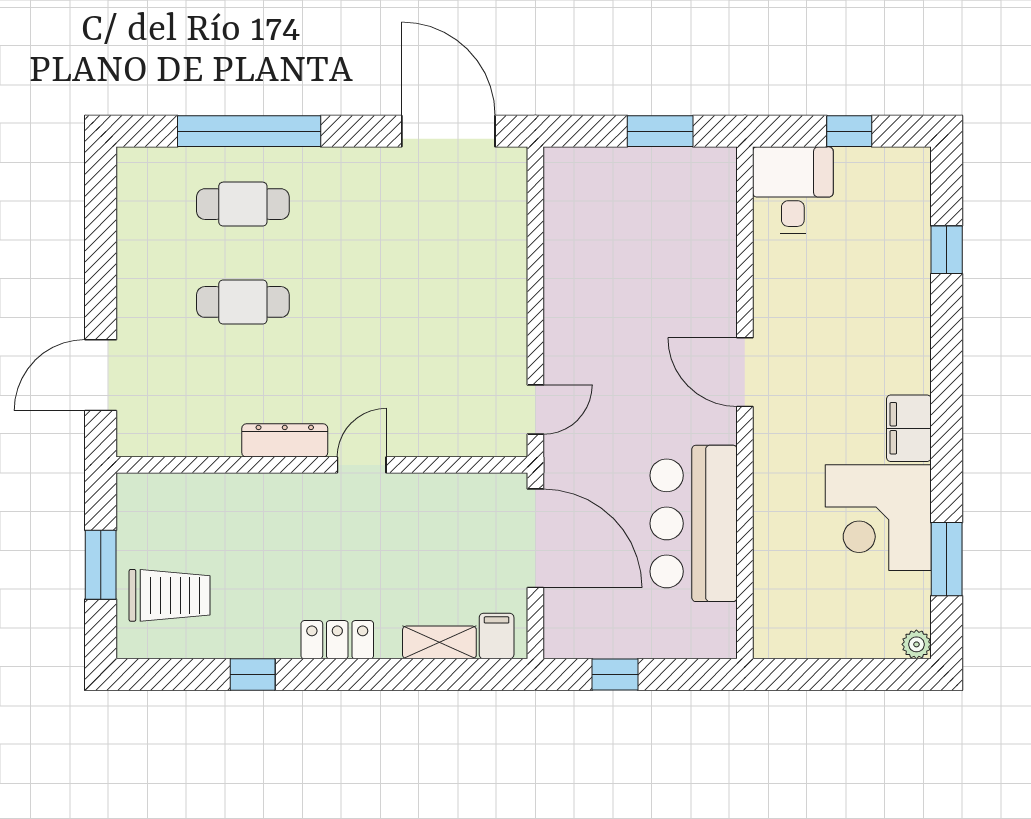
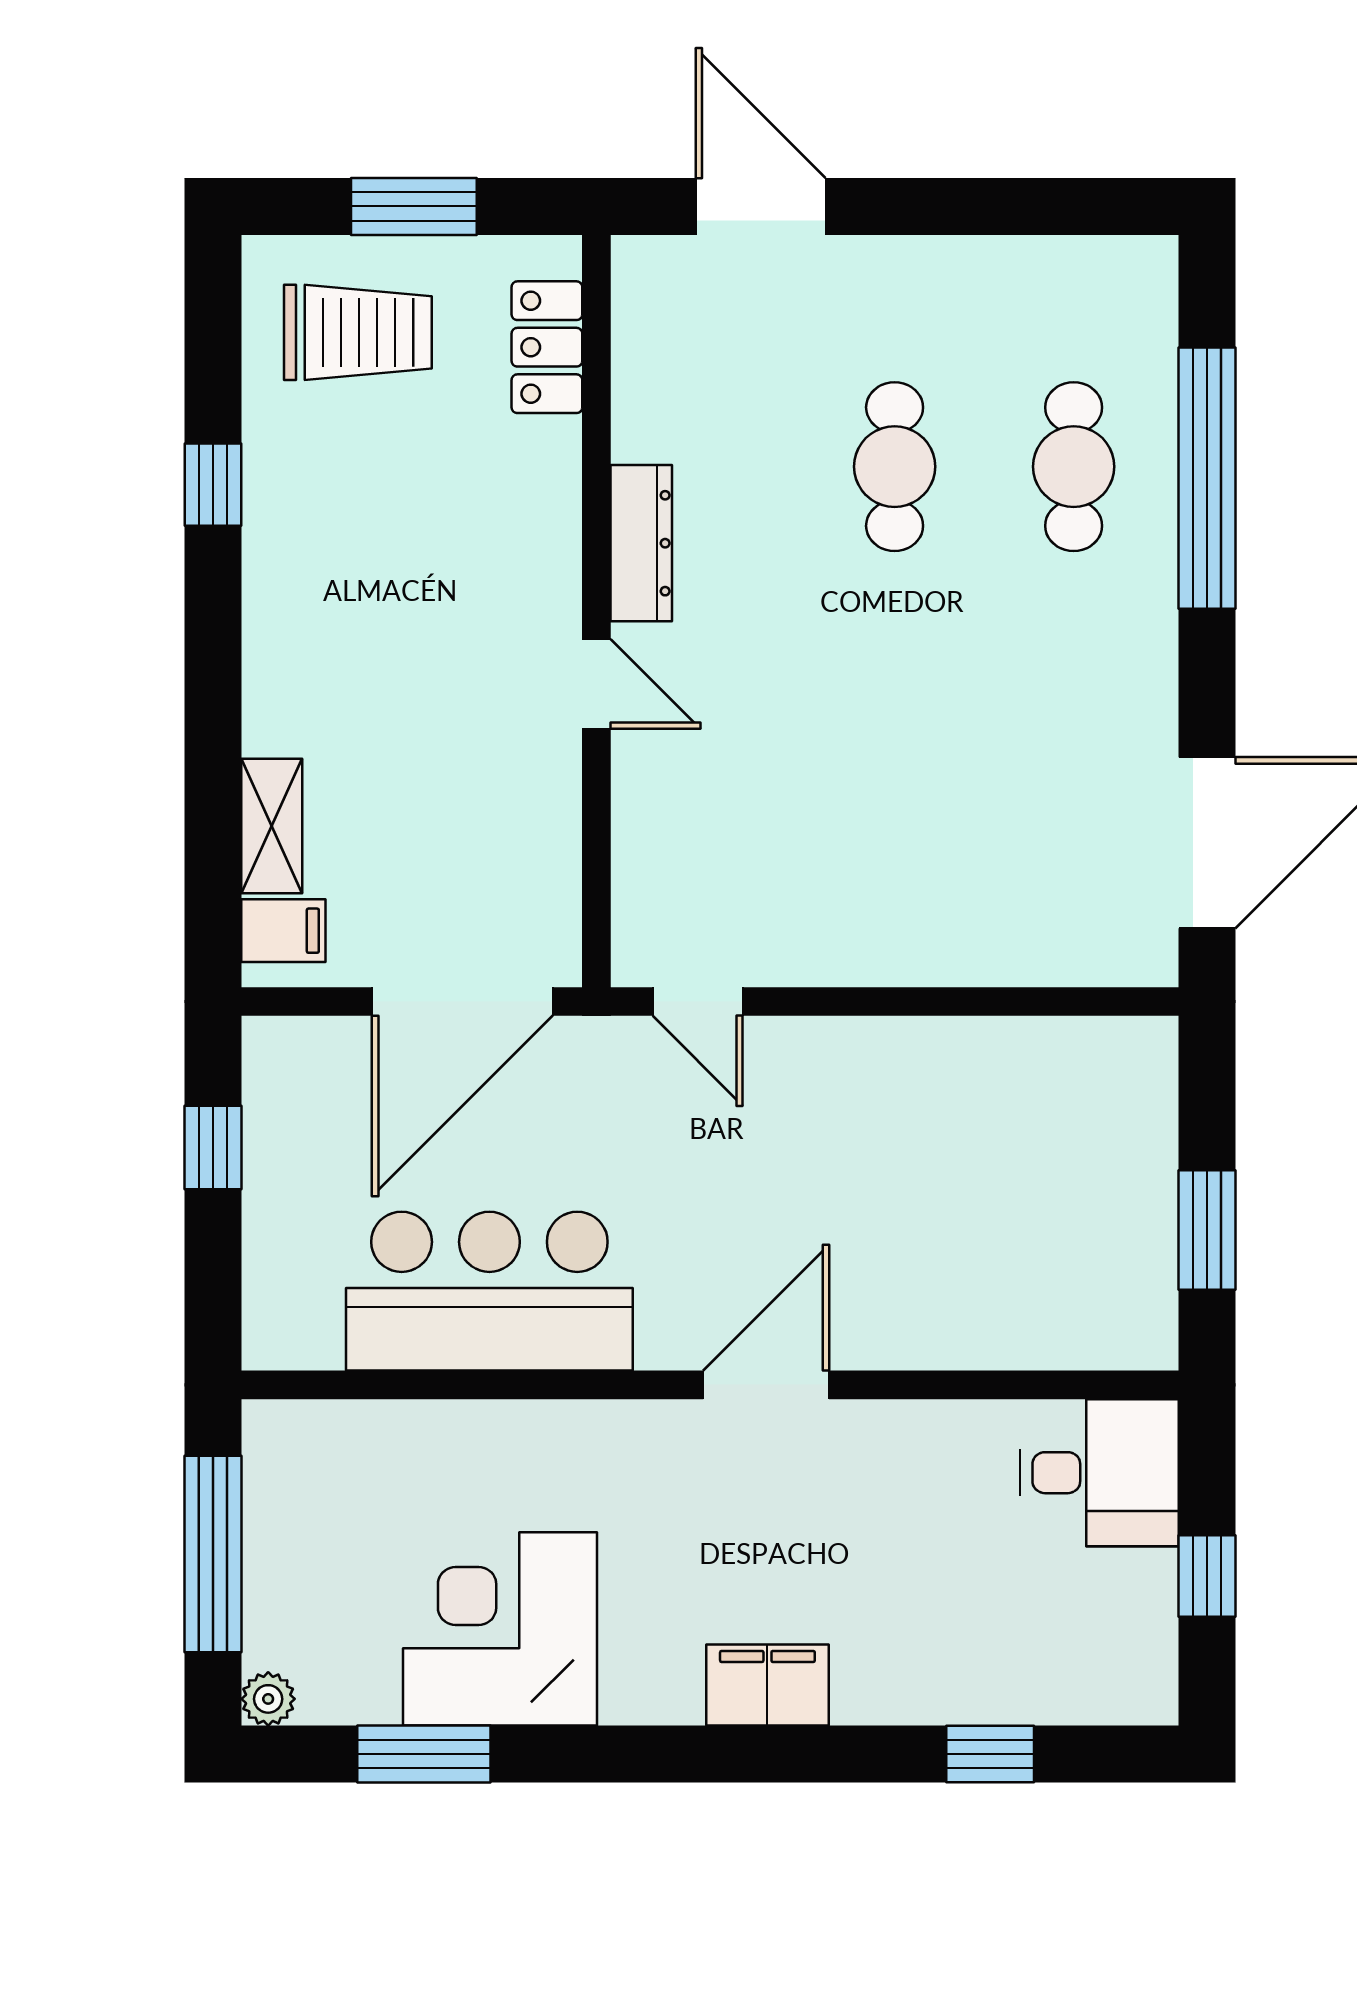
filing cabinet: (909, 428) -> (767, 1685), moved
trolley: (169, 595) -> (358, 332), turned -90
locker: (337, 640) -> (547, 347), moved, turned 180
window: (837, 675) -> (213, 1554), added

